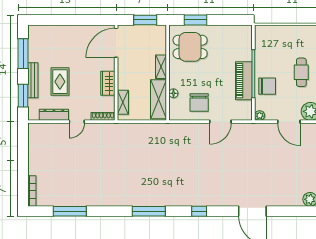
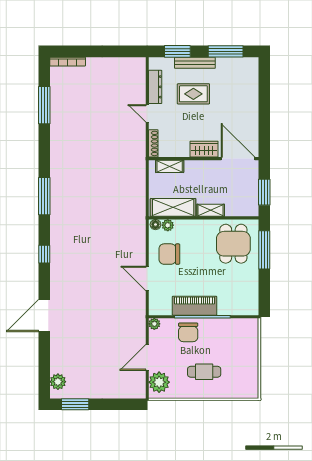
window: (196, 20) -> (264, 250), width x1.44
wardrobe: (108, 83) -> (204, 149), moved
floor lamp: (173, 93) -> (155, 225), moved
plant: (174, 104) -> (168, 225), added

